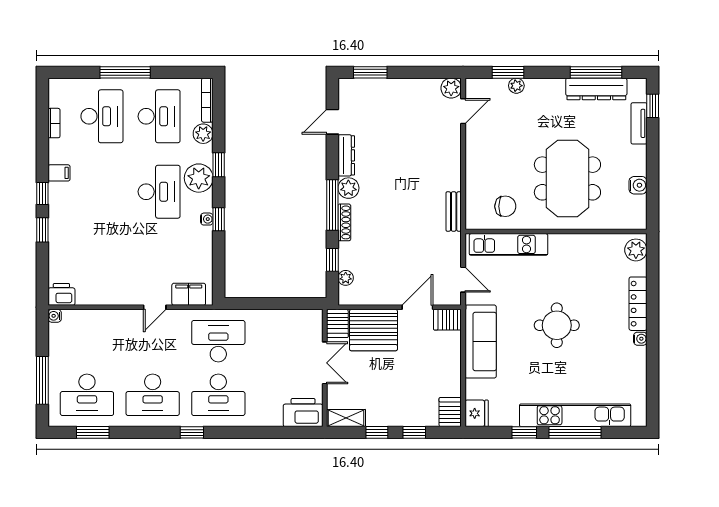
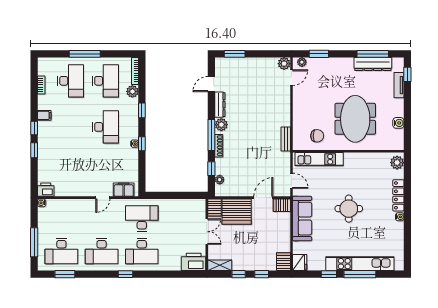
plant: (516, 86) -> (302, 62), moved
plant: (199, 178) -> (130, 119), removed

